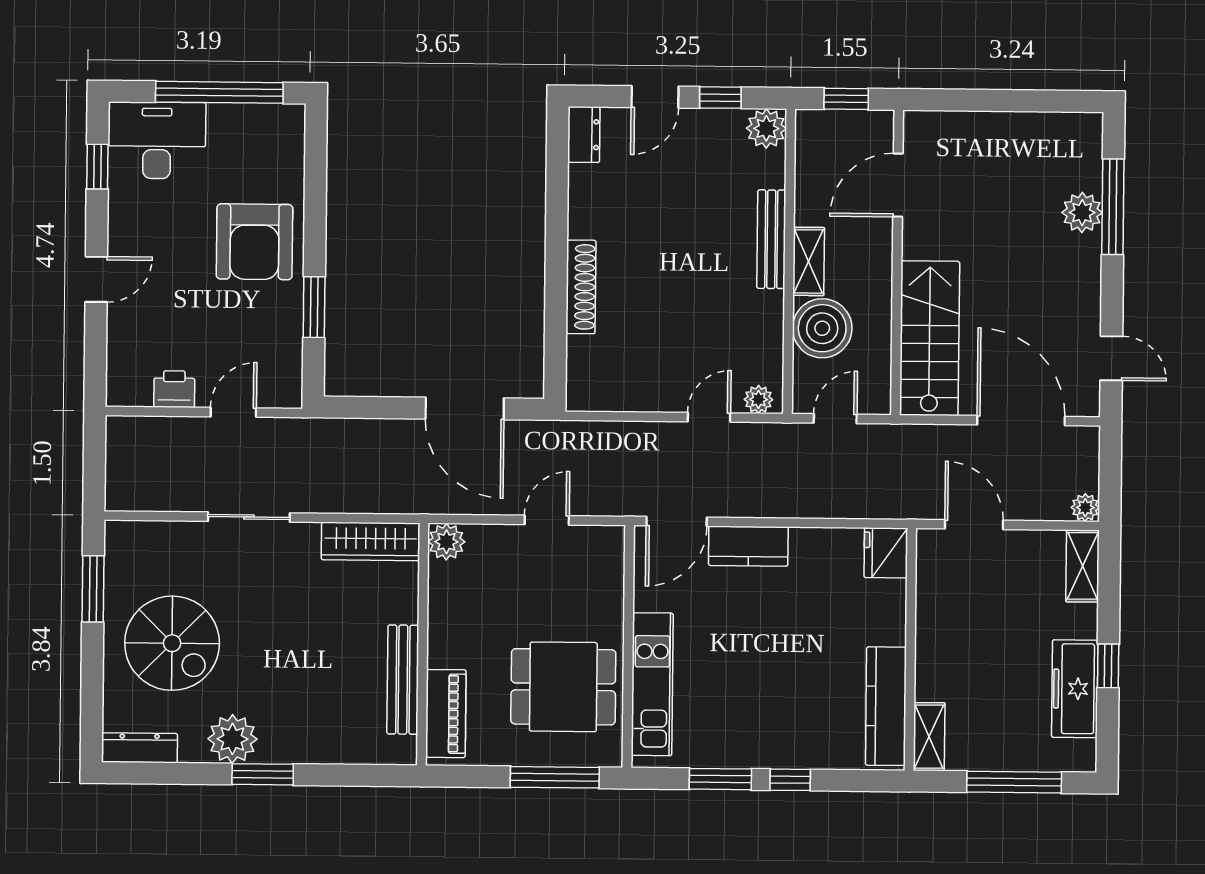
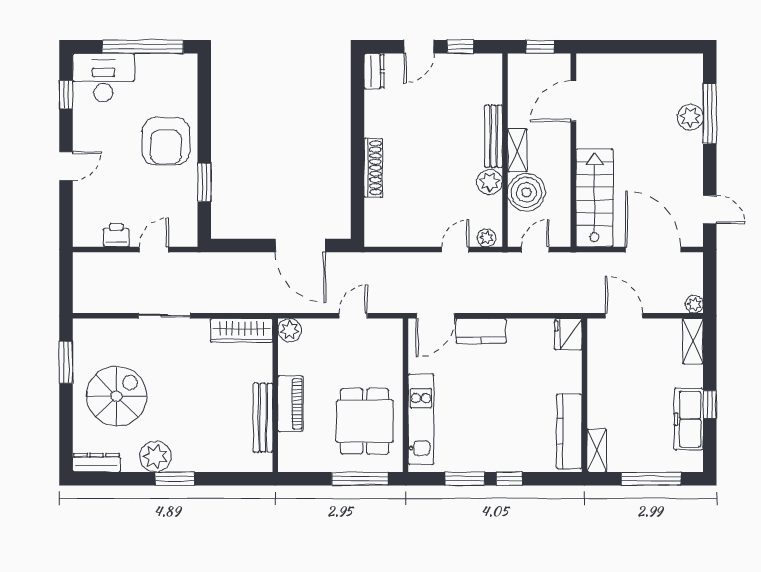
plant: (766, 128) -> (490, 182), moved
spiral stairs: (172, 643) -> (116, 396), turned -90
dining table: (563, 687) -> (365, 421), turned 90
piano: (446, 714) -> (290, 404), moved

